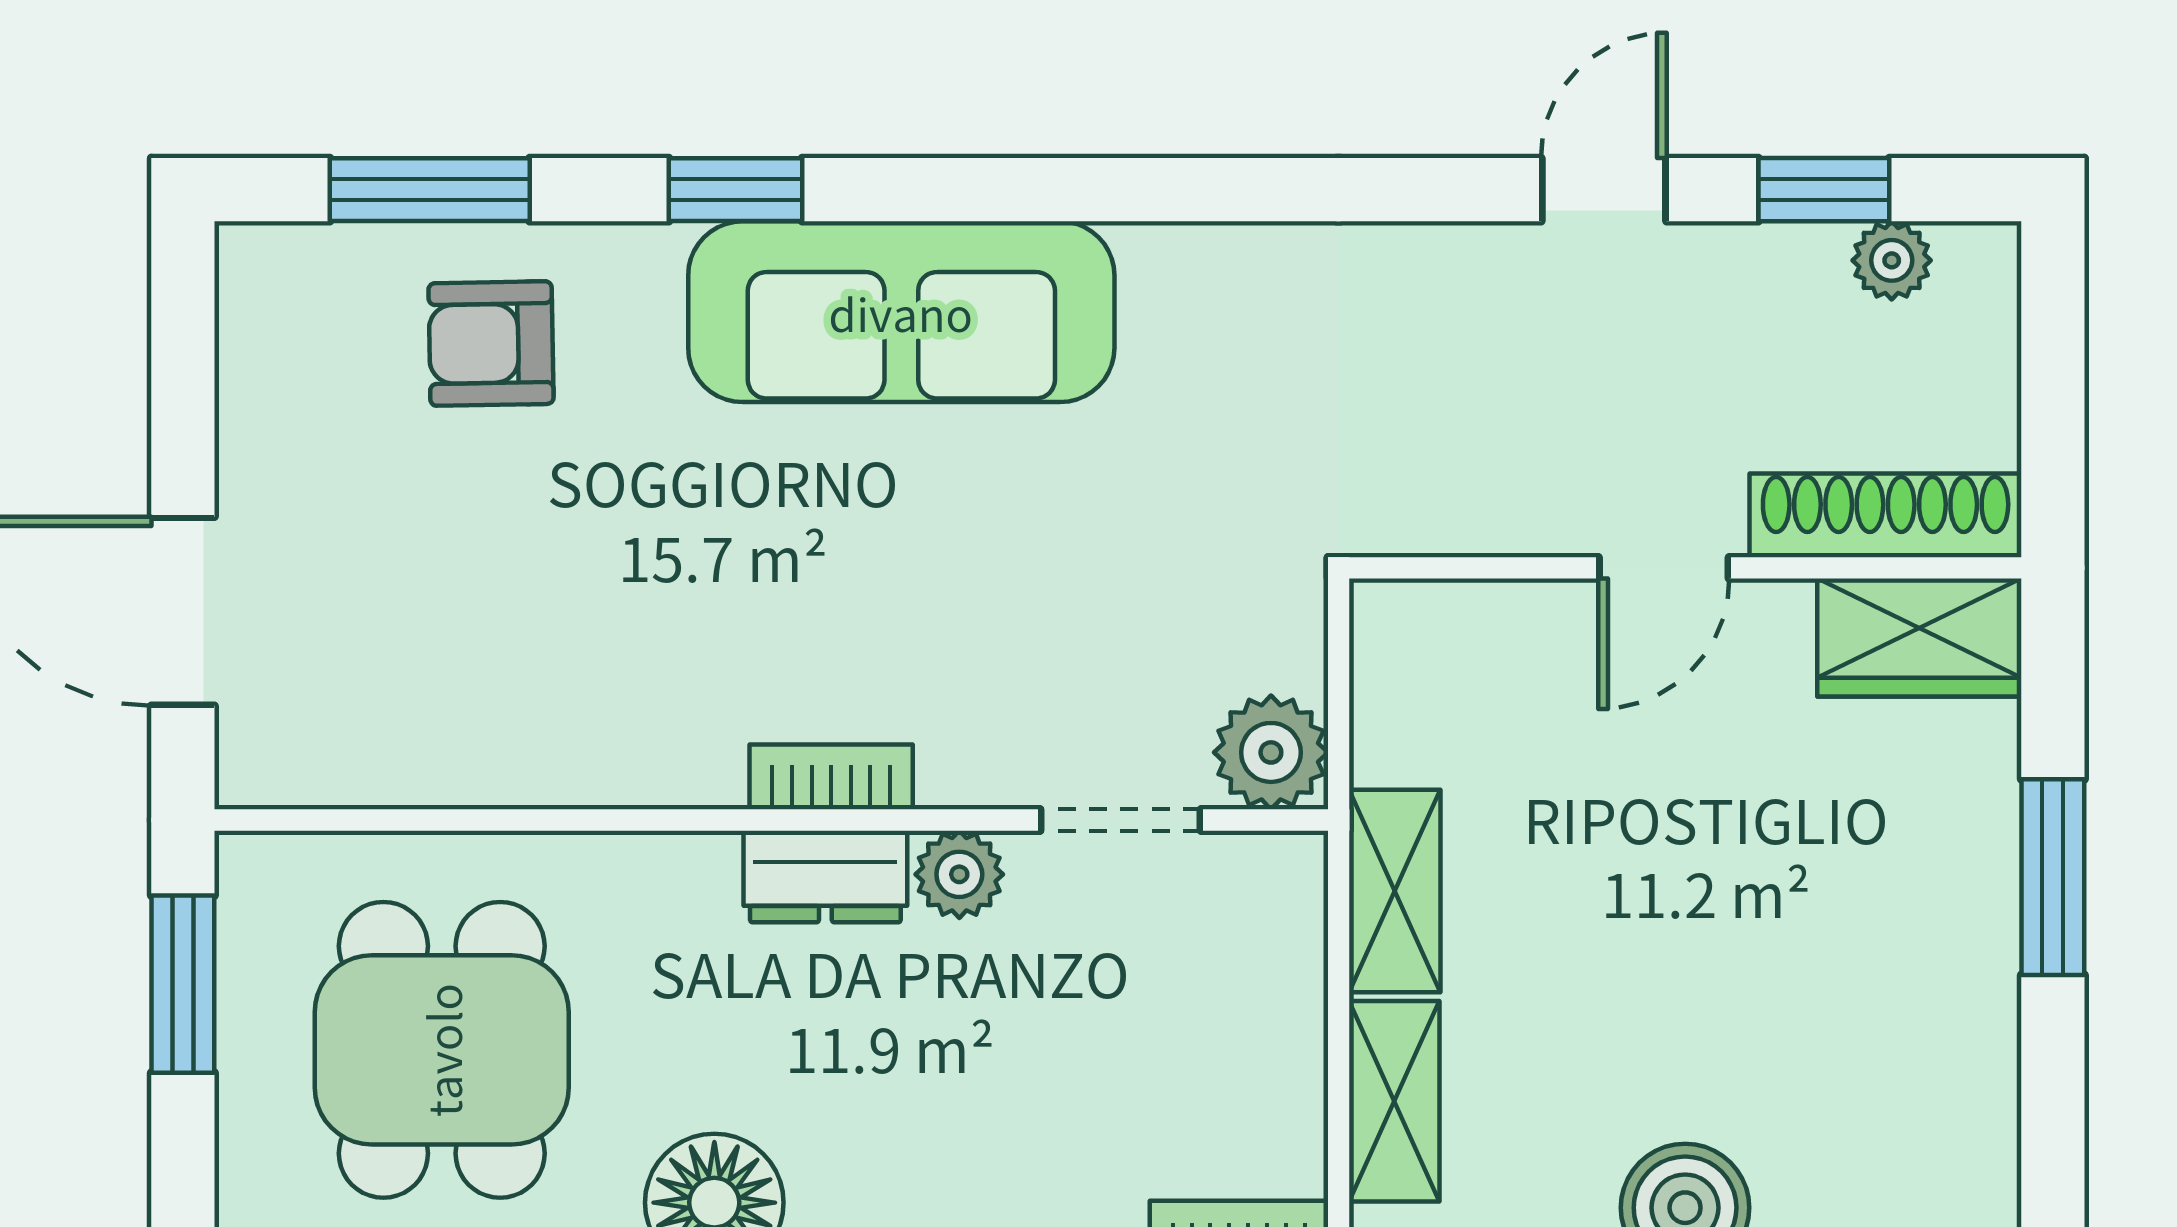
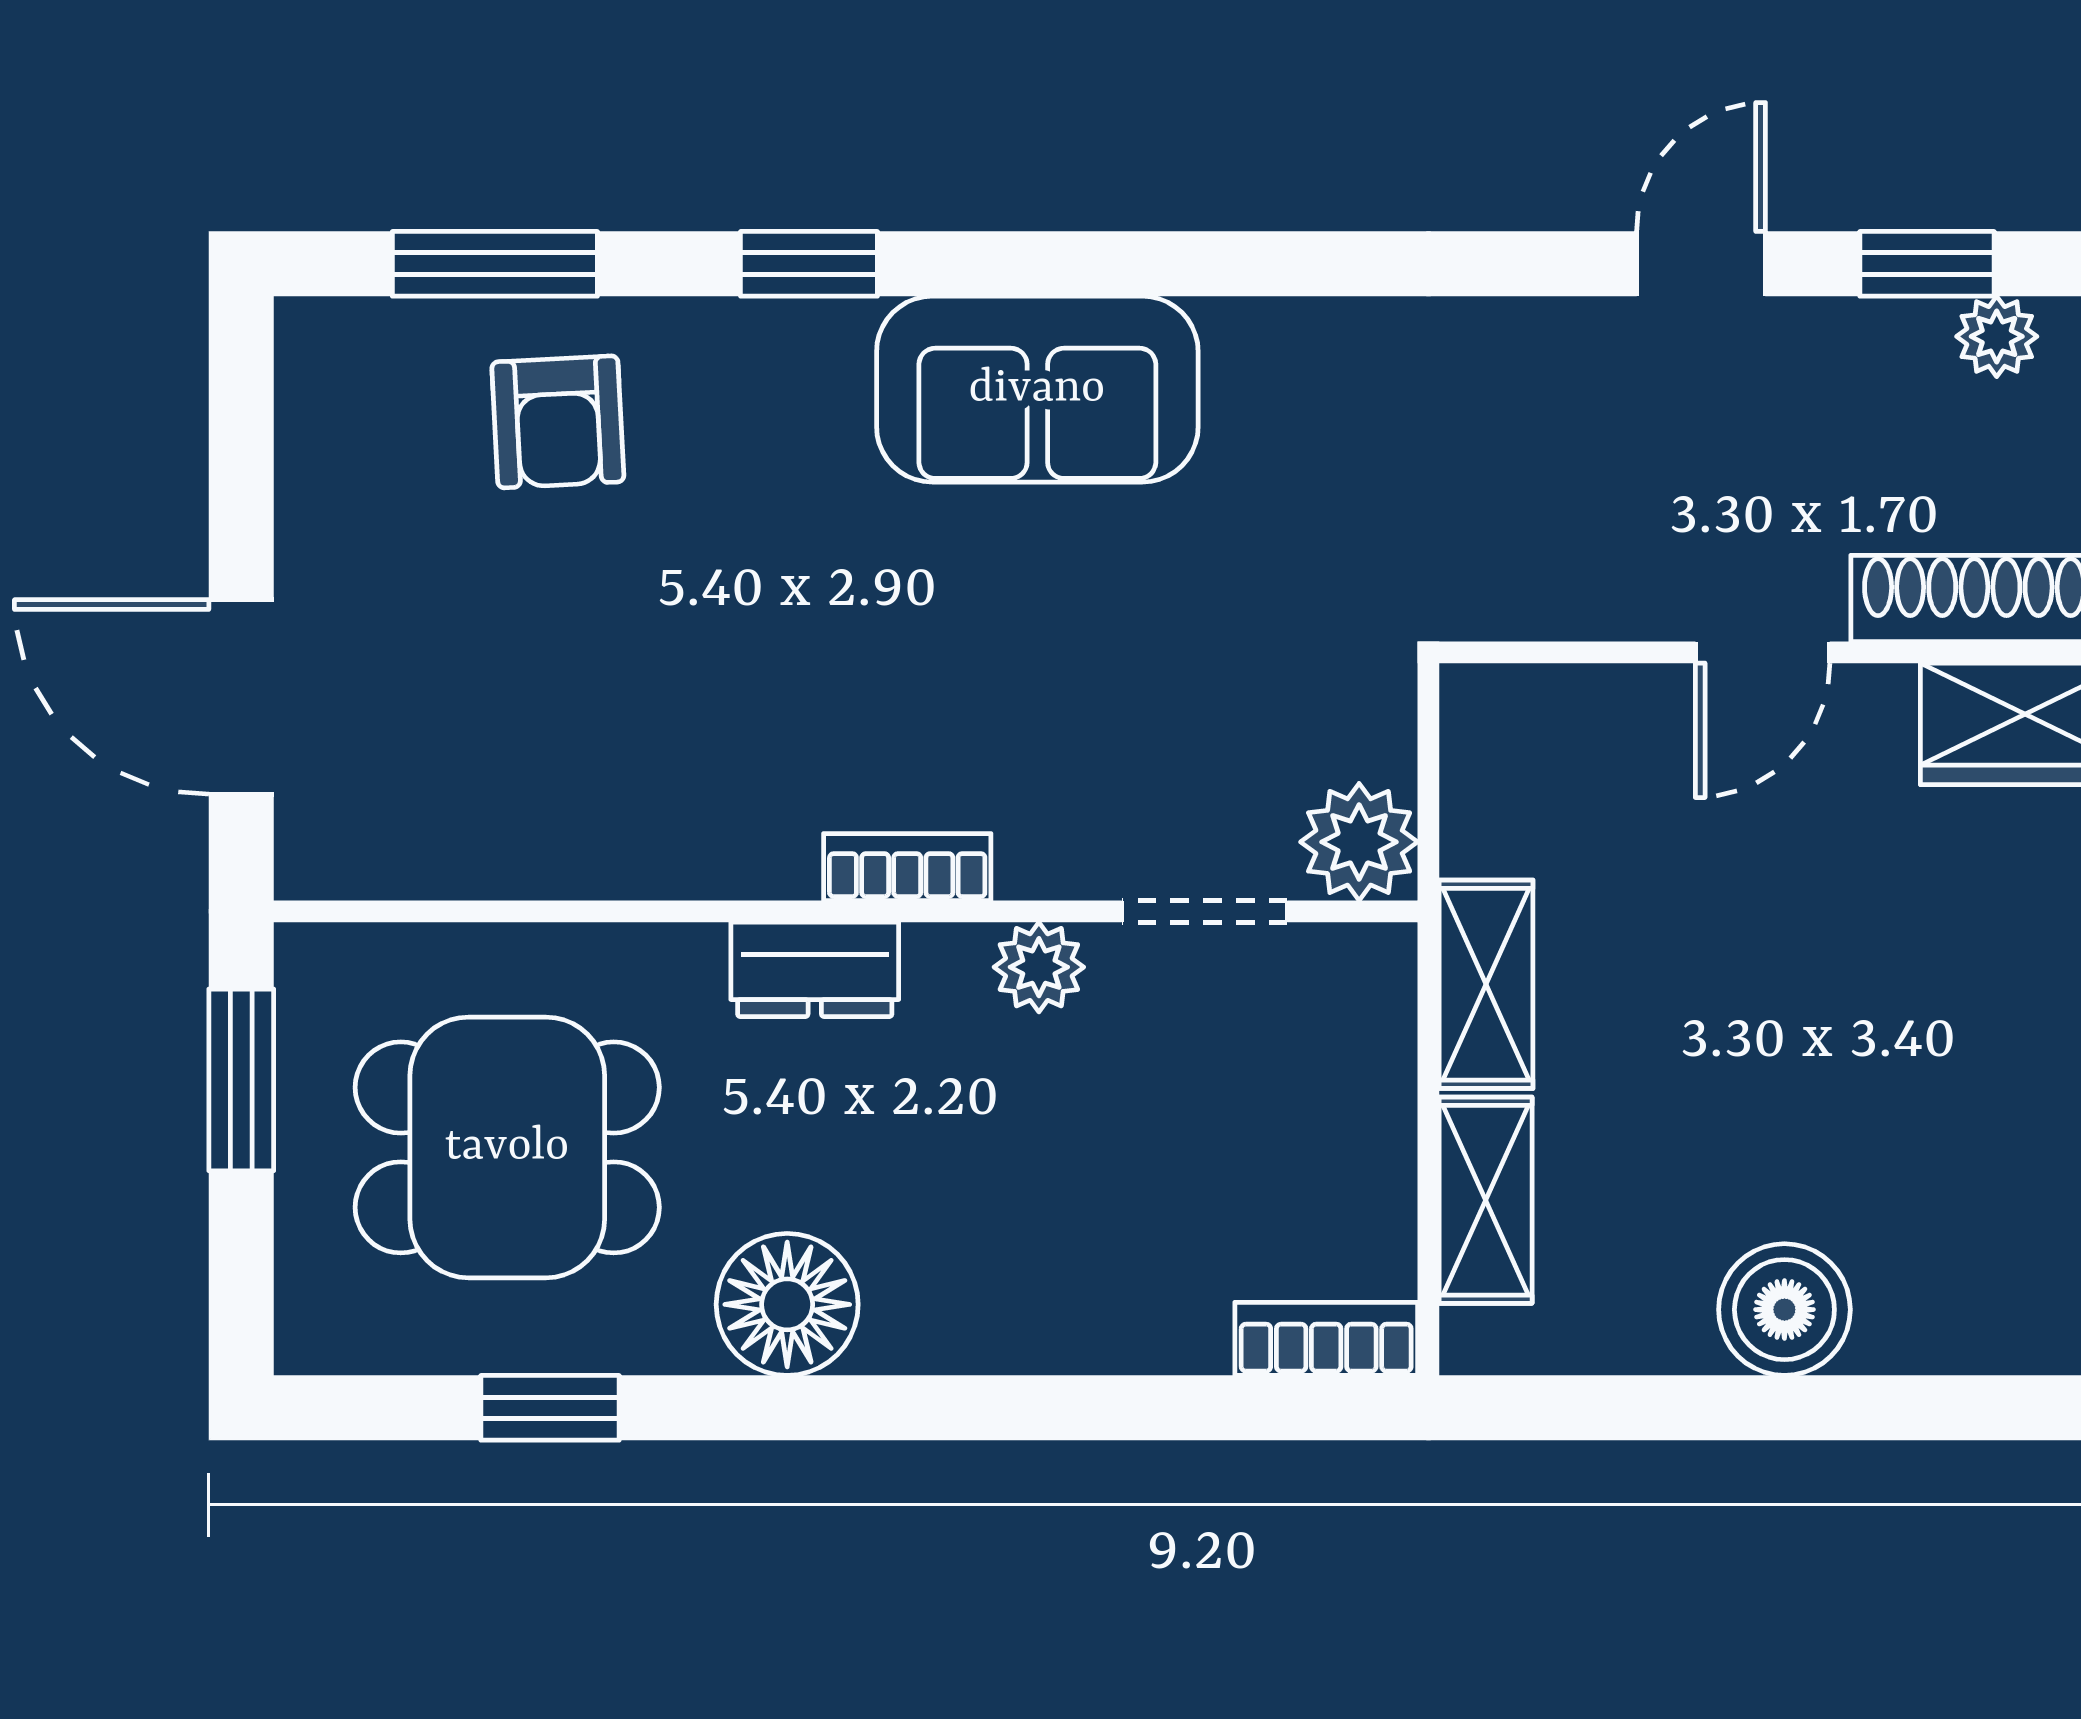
sofa: (901, 312) -> (1037, 389), width x0.73
armchair: (491, 344) -> (558, 422), turned -92
dresser: (825, 876) -> (815, 969), moved
dining table: (442, 1050) -> (507, 1147), turned 90

